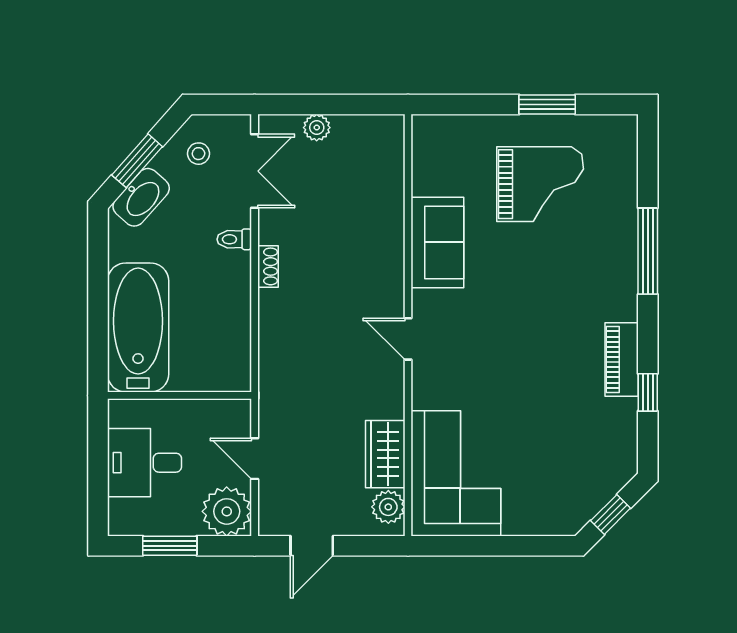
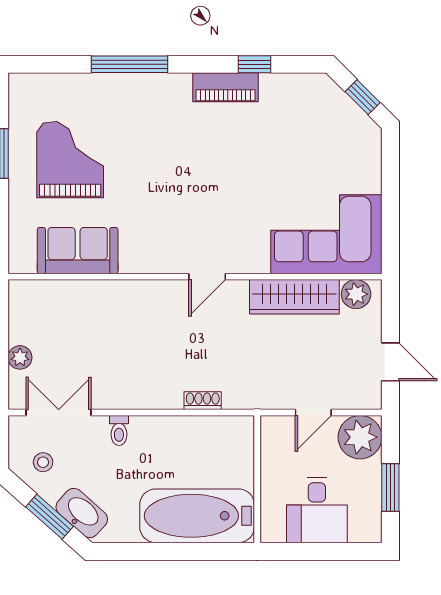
sofa: (437, 242) -> (78, 251), moved
shoe rack: (268, 266) -> (203, 401), moved
wardrobe: (385, 454) -> (294, 297), width x1.50

